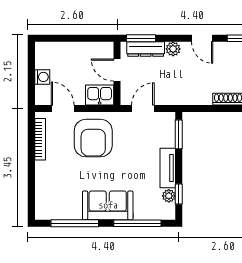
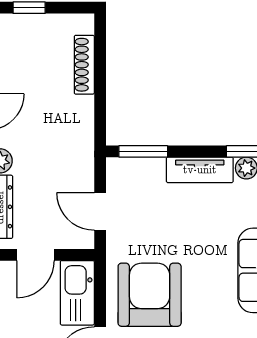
kitchen sink: (100, 95) -> (77, 293), width x1.38
armchair: (93, 138) -> (150, 295), turned -90

